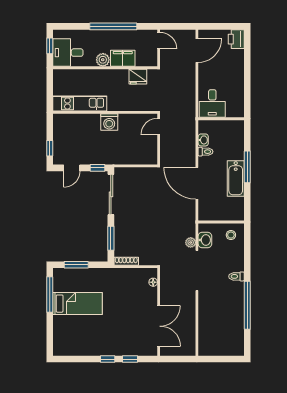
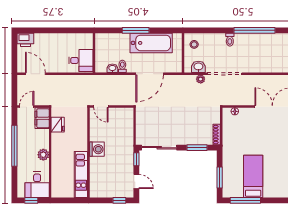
filing cabinet: (123, 58) -> (42, 118), moved
bathtub: (236, 178) -> (151, 43), width x1.36, depth x1.36

